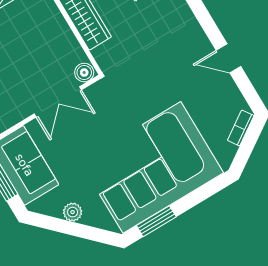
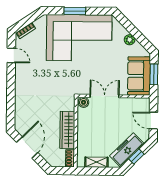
door: (228, 58) -> (11, 55), moved
window: (156, 221) -> (75, 11), moved

